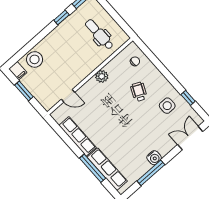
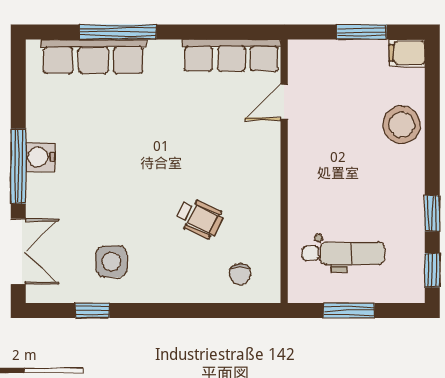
window: (116, 17) -> (349, 311), added
stool: (35, 59) -> (402, 125), moved
plant: (102, 76) -> (266, 192), removed
wheelchair: (139, 92) -> (200, 218), moved
row of seats: (78, 136) -> (231, 55), moved
window: (151, 173) -> (18, 166), moved

